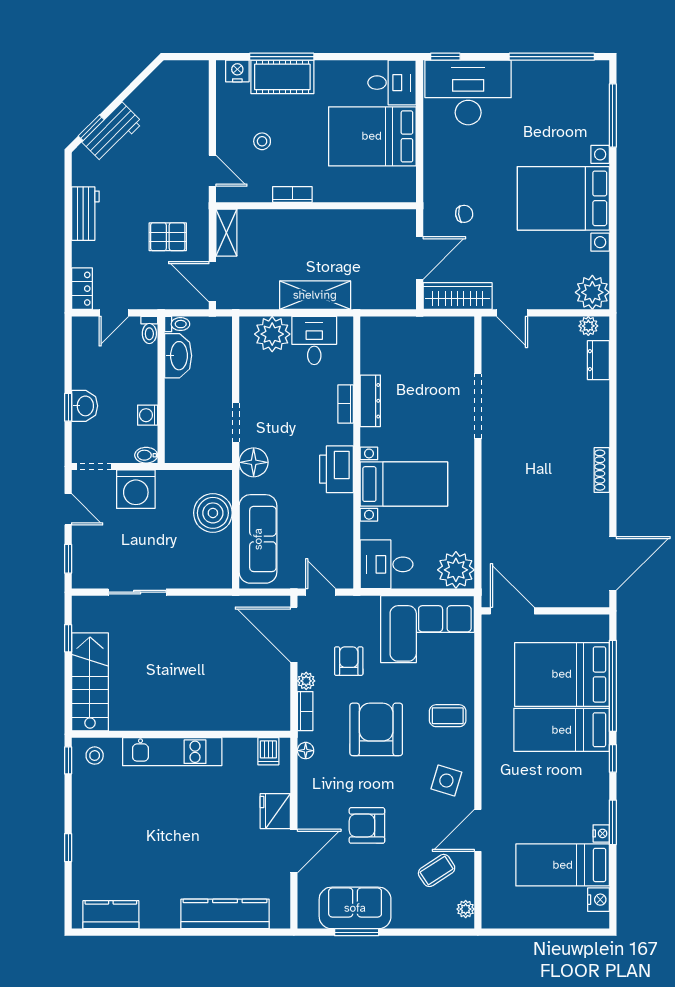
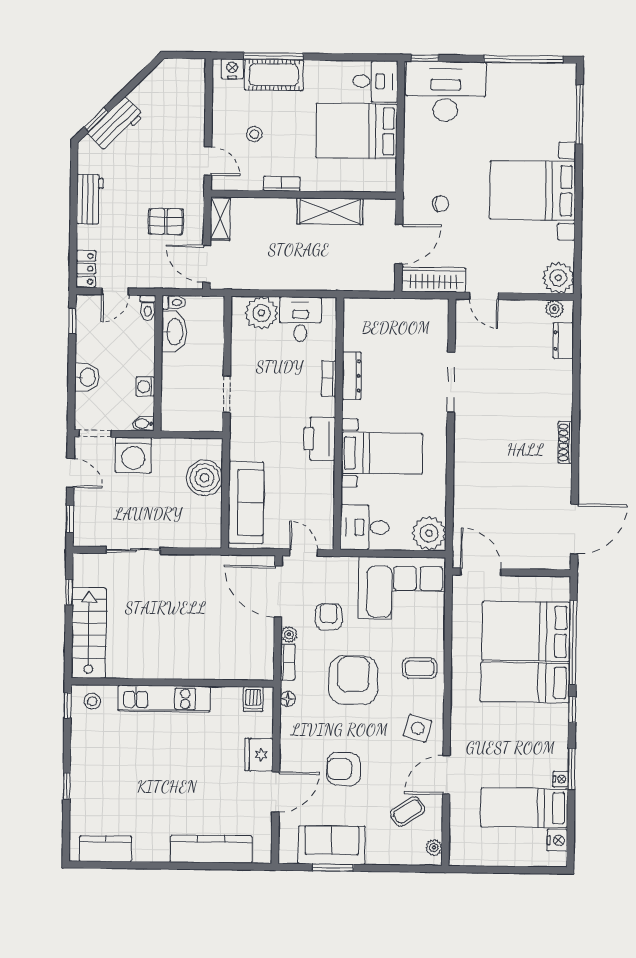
shelving: (315, 295) -> (330, 211), moved
window: (68, 407) -> (72, 321), moved
floor lamp: (254, 462) -> (243, 431), removed

